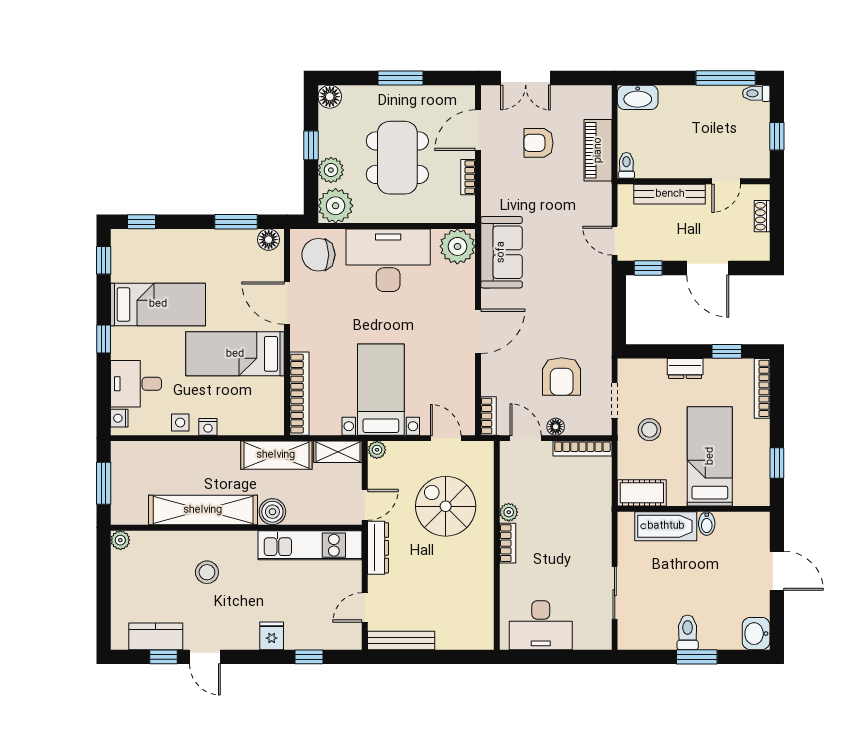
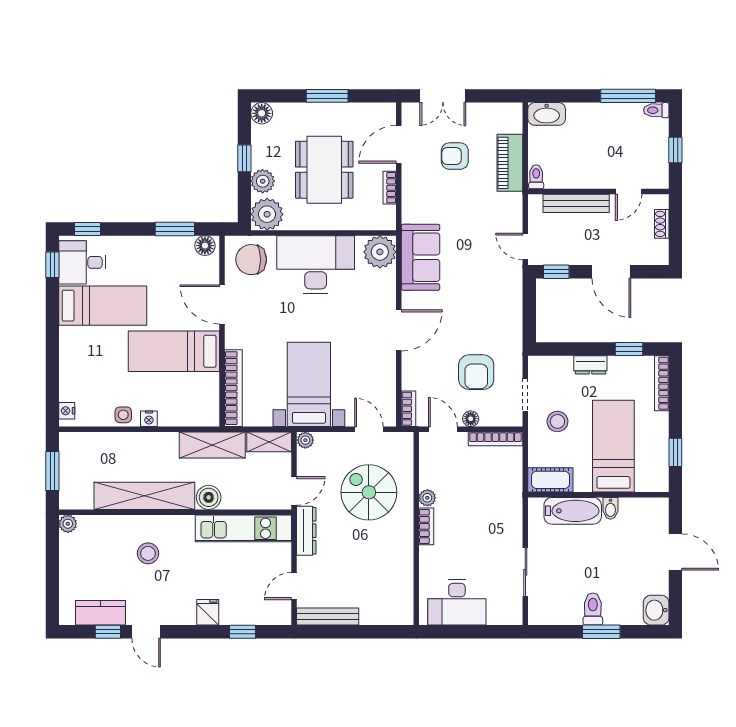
window: (104, 339) -> (52, 338), removed
desk: (136, 384) -> (82, 262), moved

